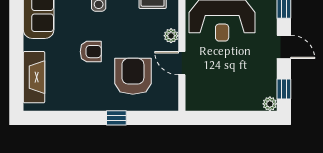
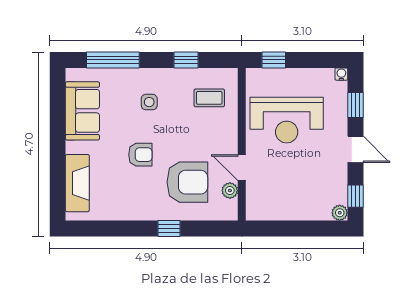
plant: (171, 36) -> (230, 191), moved
armchair: (133, 76) -> (187, 182), turned 90

